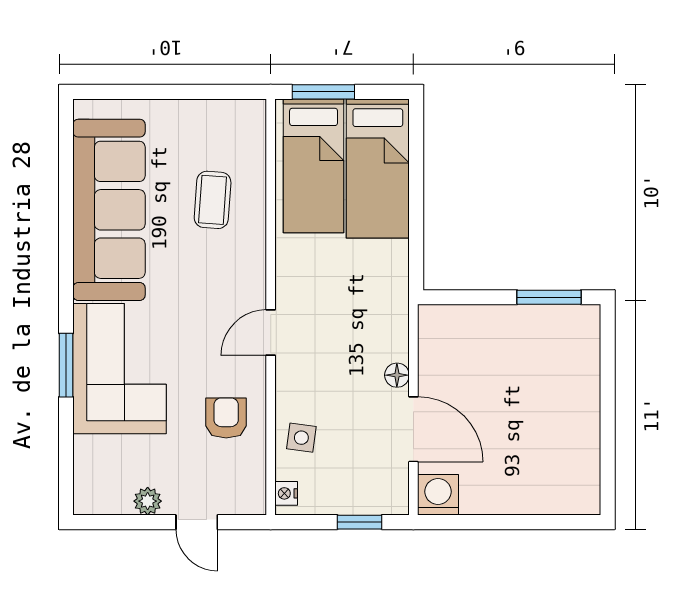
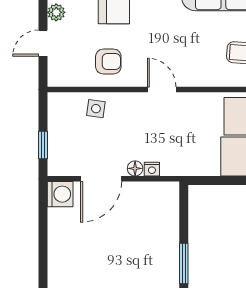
nightstand: (286, 493) -> (152, 169), moved, turned 180

